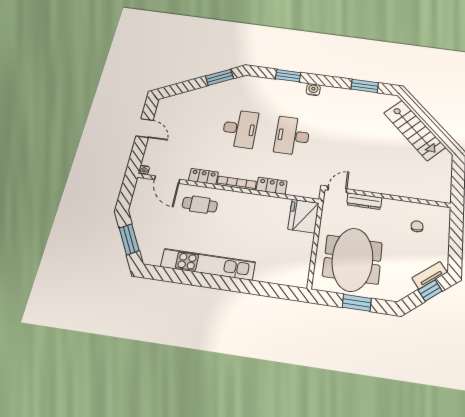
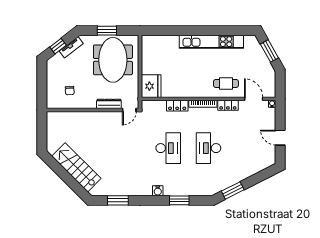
tv unit: (430, 275) -> (71, 47), moved

